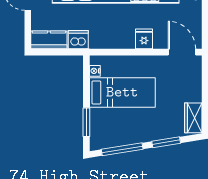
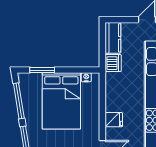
bed: (122, 92) -> (61, 101), width x1.50

